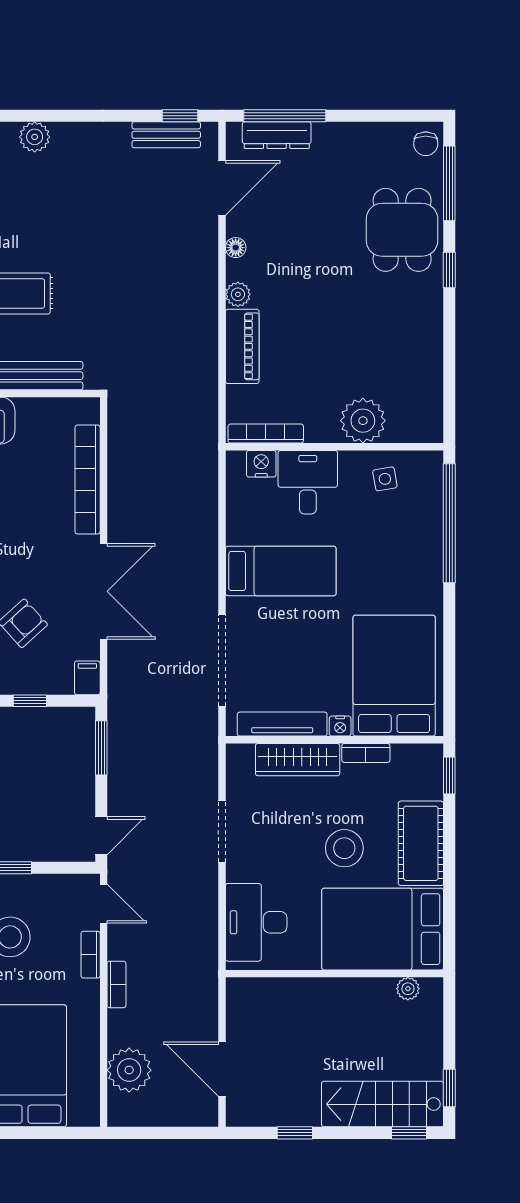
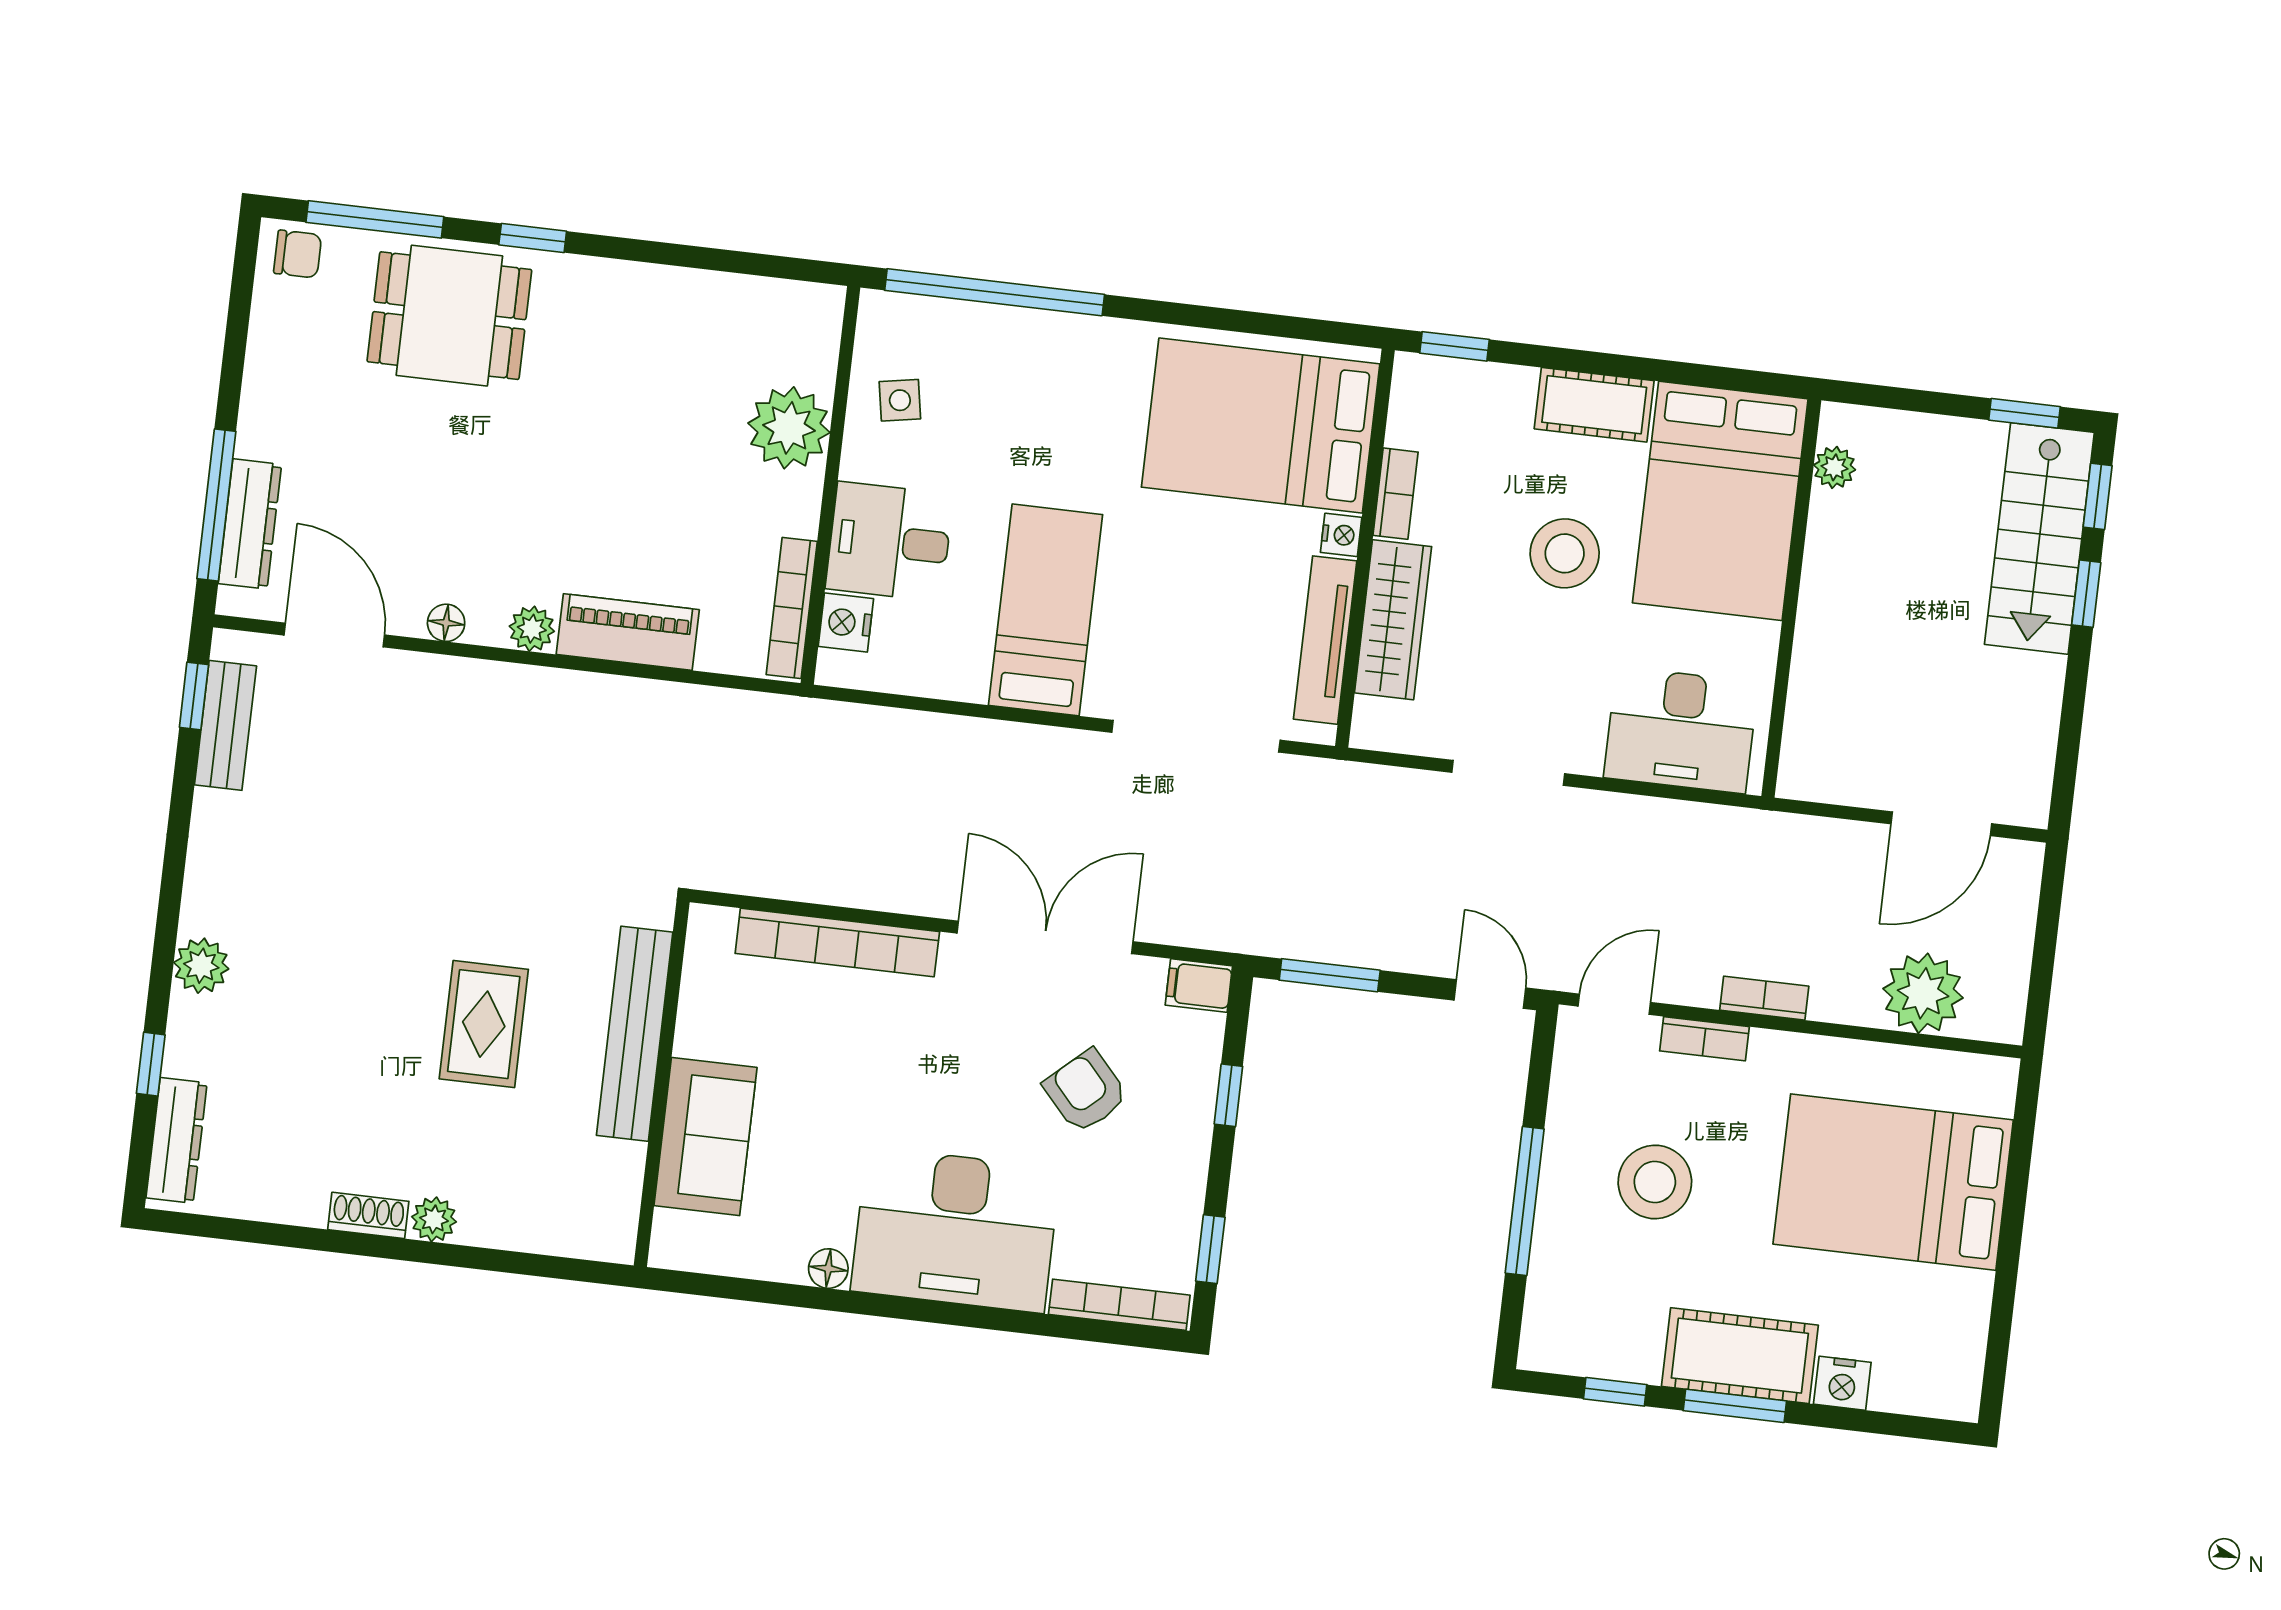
cot: (421, 843) -> (1594, 405), width x0.73, depth x0.75
window: (295, 1133) -> (2086, 594), moved

